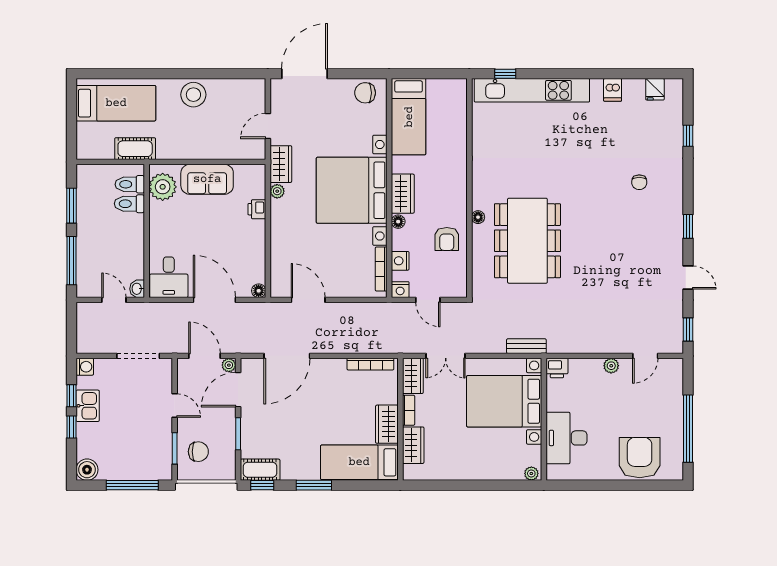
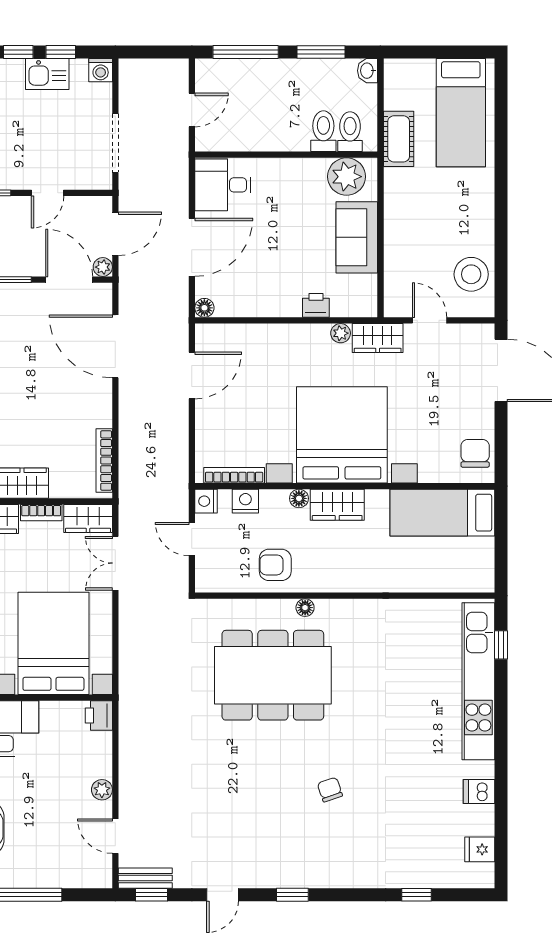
stool: (193, 95) -> (471, 274), moved
chair: (639, 182) -> (330, 790), moved, turned 71
washbasin: (137, 289) -> (367, 71), moved, turned -90
door: (428, 300) -> (192, 539), hinge flipped
bench: (526, 346) -> (145, 878), moved, turned 90

